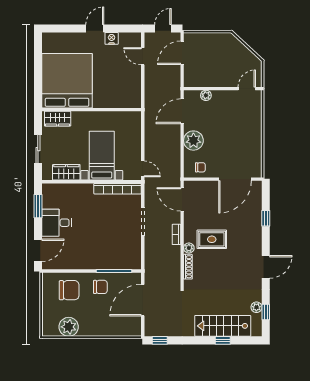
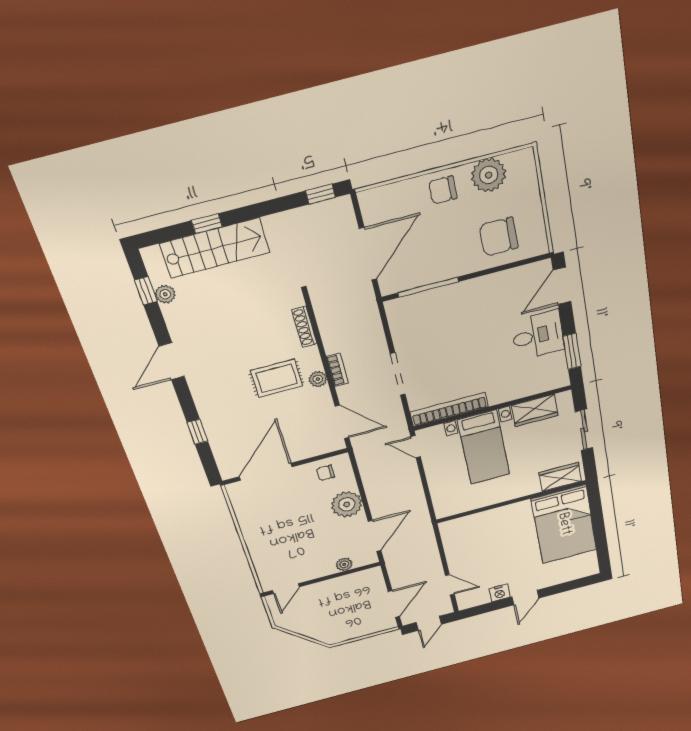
bed: (67, 81) -> (564, 524), width x0.73
plant: (189, 248) -> (318, 379), moved
chair: (100, 287) -> (443, 190), moved

